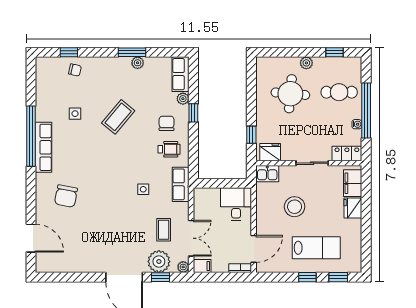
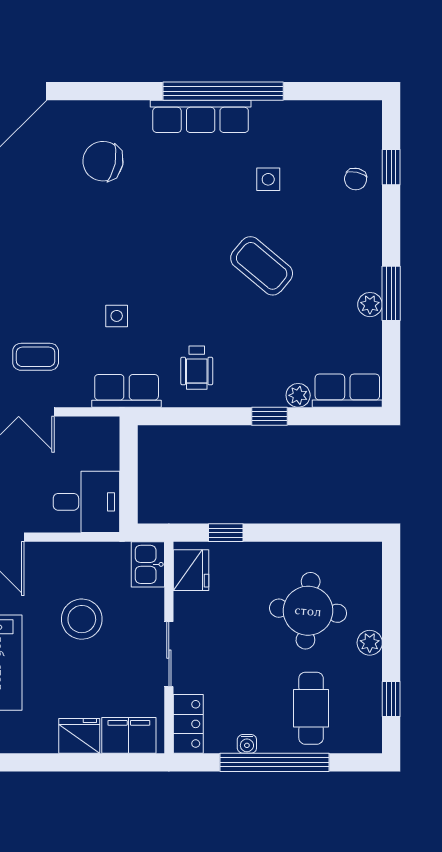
chair: (167, 123) -> (249, 363), removed

